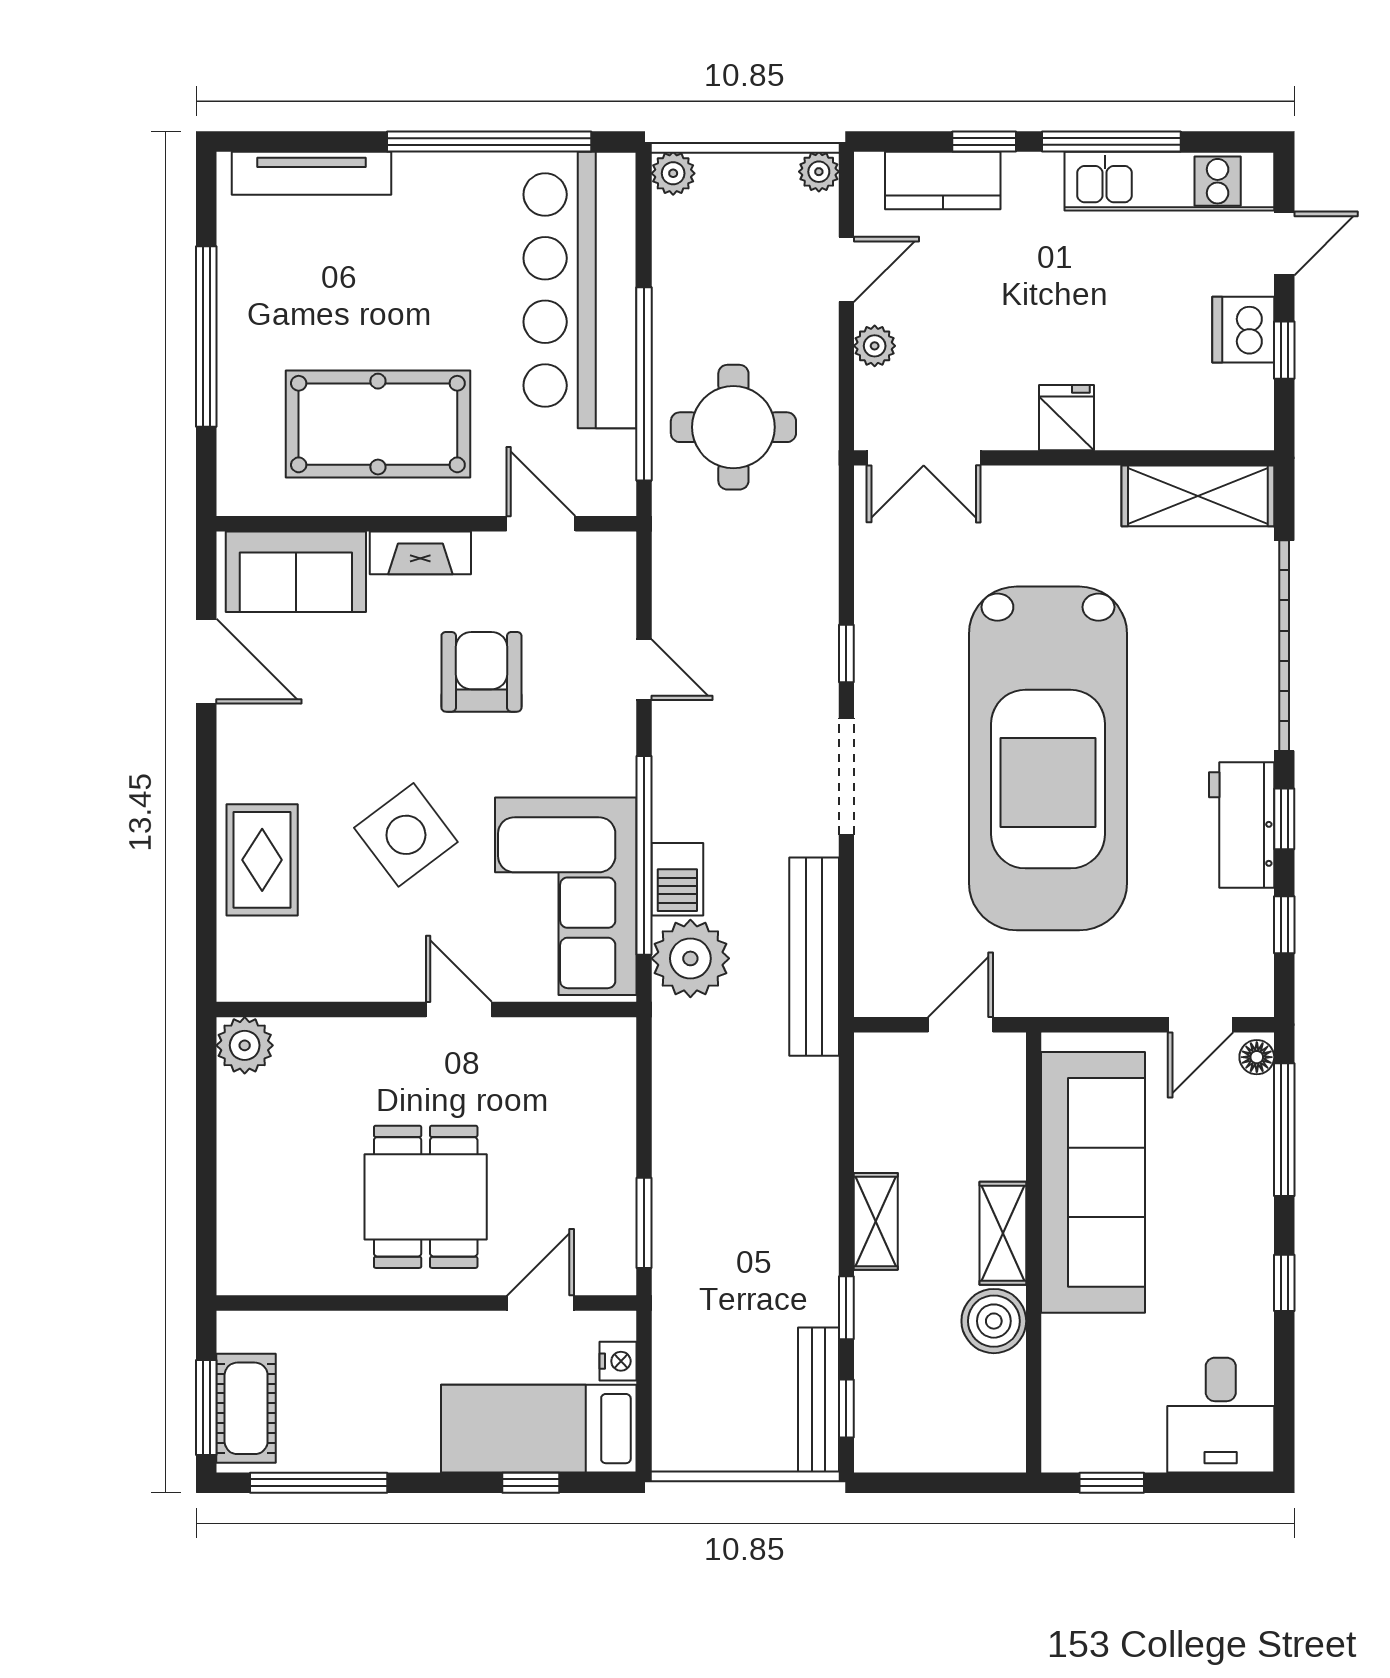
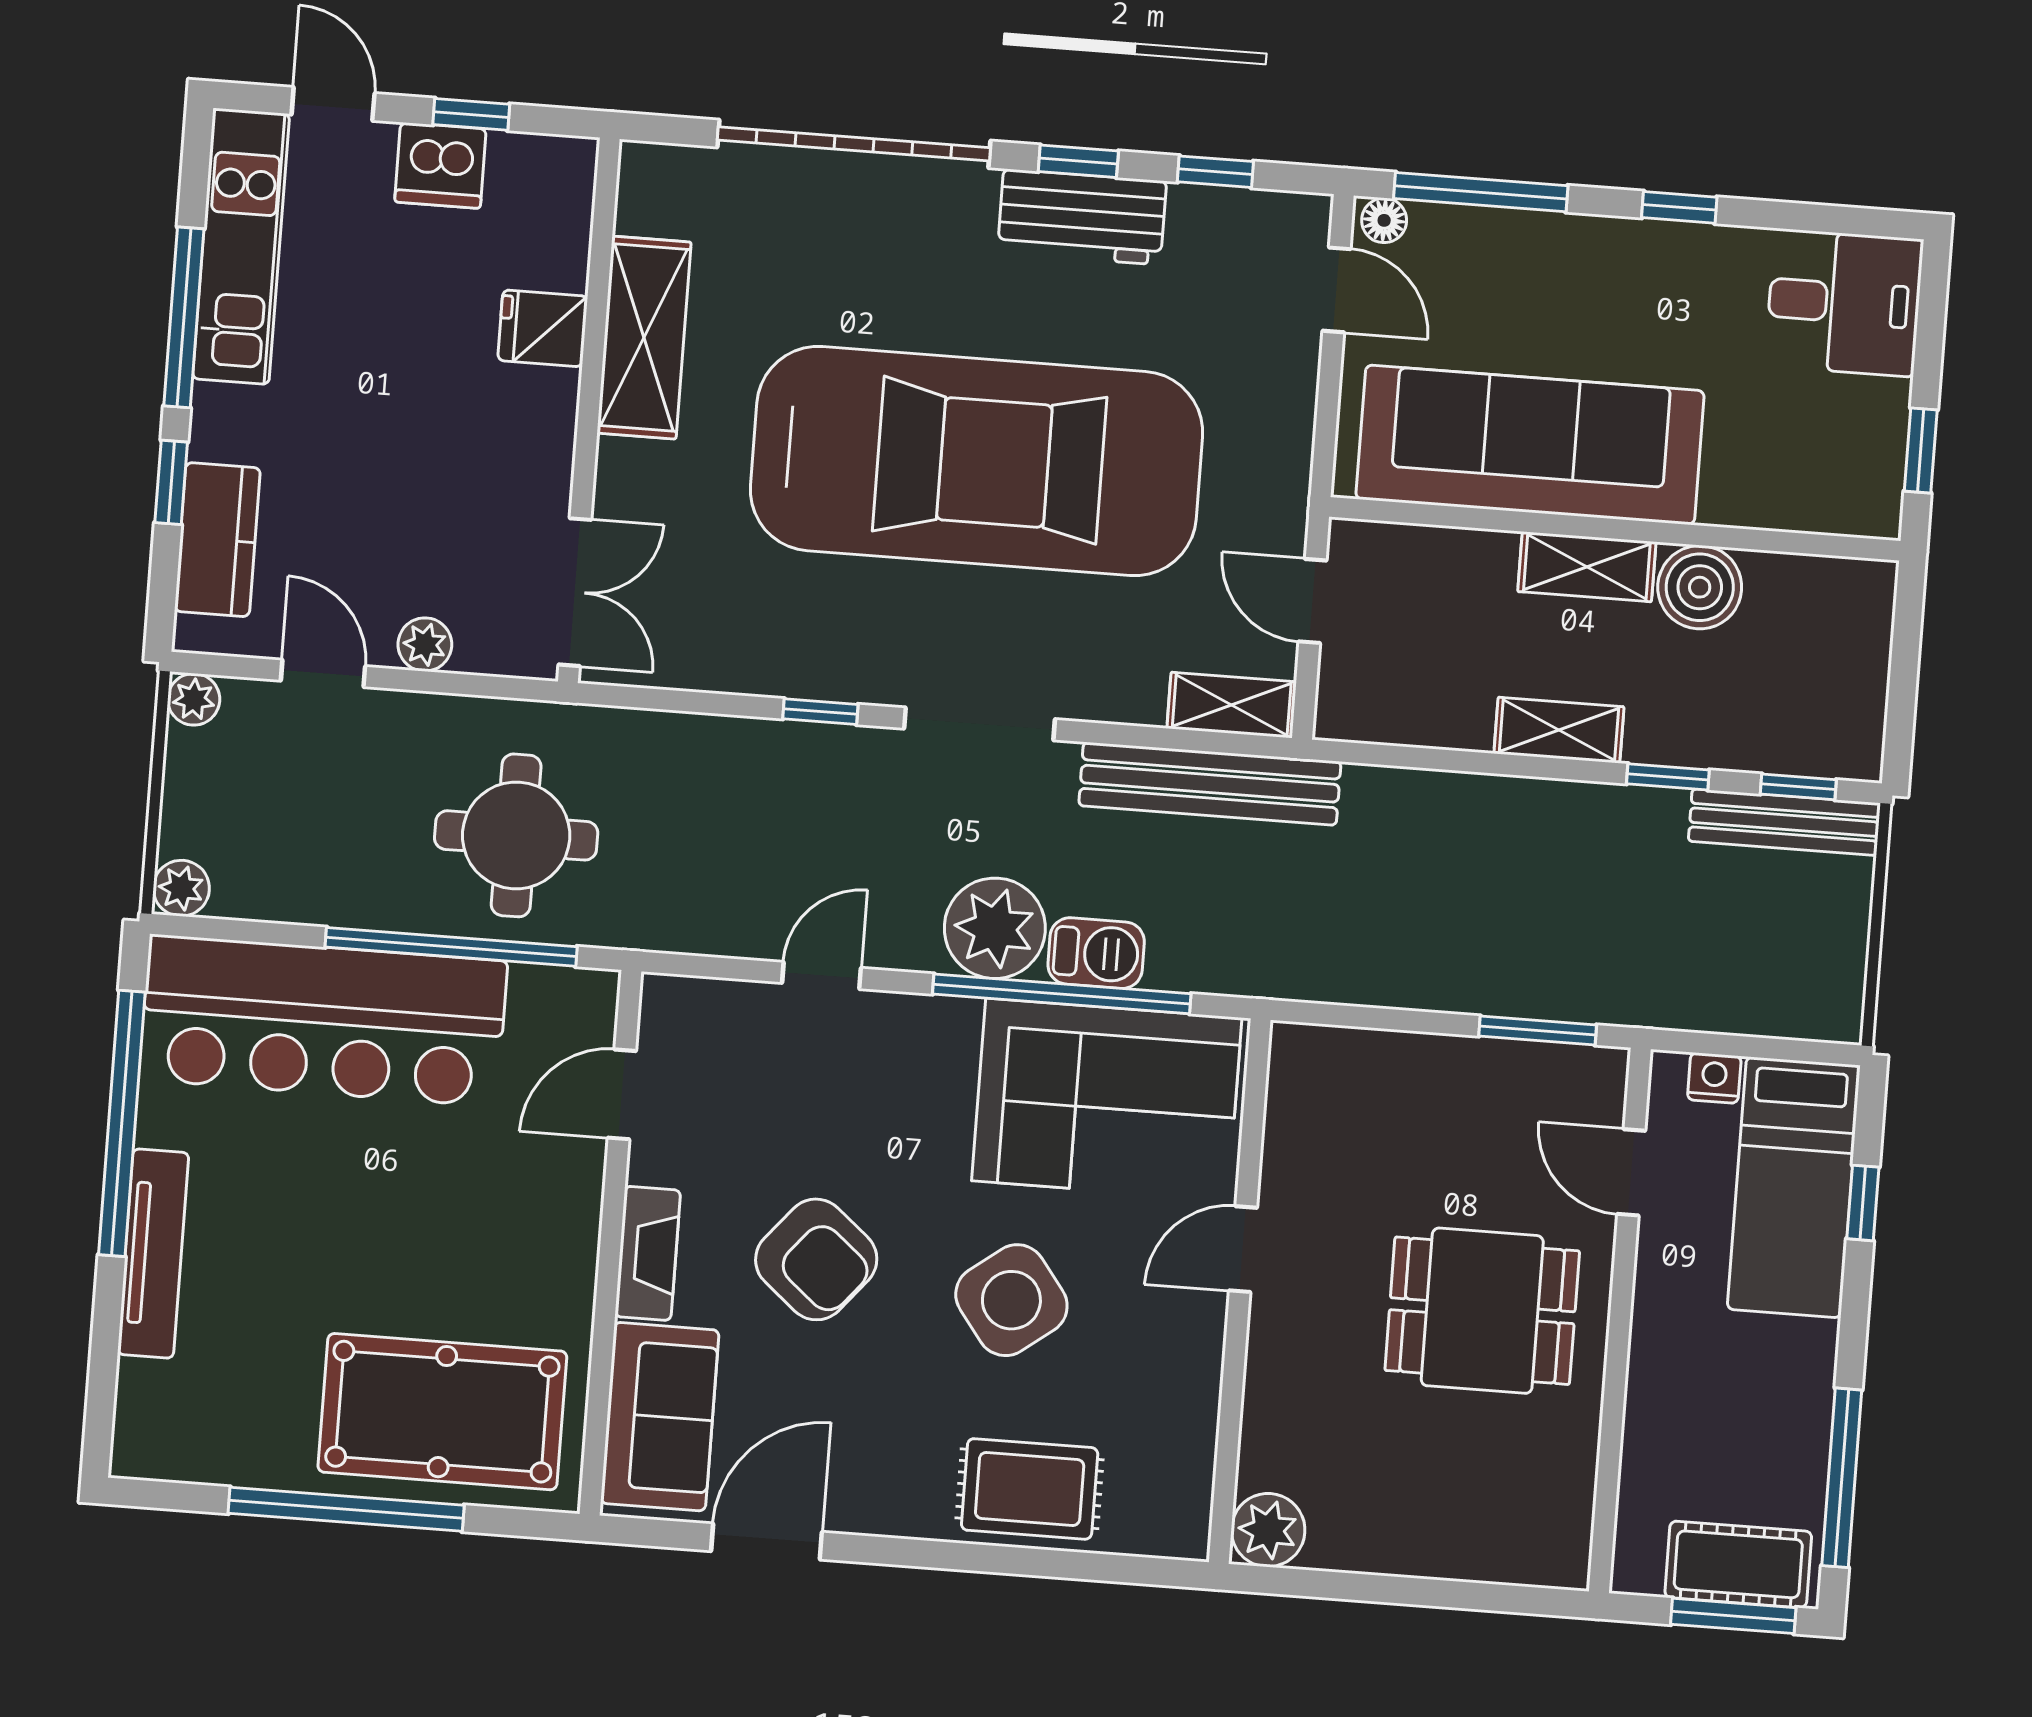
tv unit: (312, 173) -> (153, 1254), moved
fridge: (1067, 418) -> (543, 328), moved
pool table: (378, 424) -> (442, 1412), moved, turned 90
shelving: (1198, 496) -> (644, 338), moved
armchair: (481, 672) -> (816, 1259), moved, turned -140
plant: (690, 958) -> (995, 928), moved
shelving: (876, 969) -> (1232, 705), added

